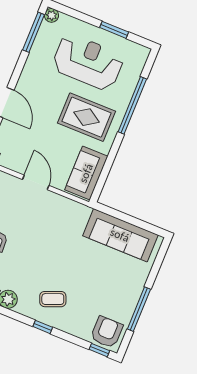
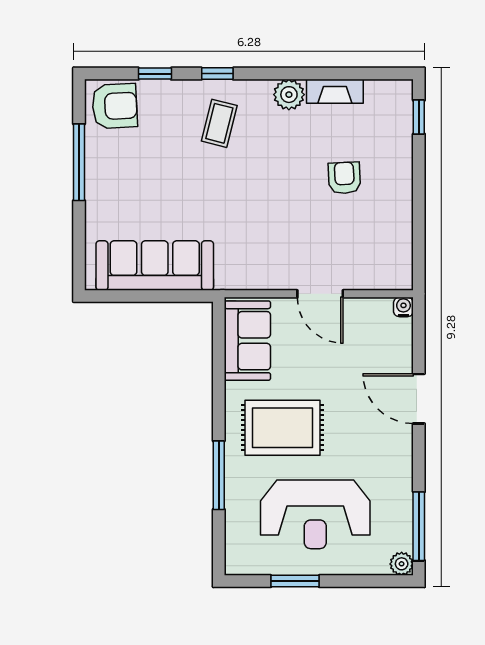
window: (132, 105) -> (219, 475), width x0.68
coffee table: (53, 299) -> (219, 123), turned -54
armchair: (107, 332) -> (115, 106), turned -93
window: (99, 350) -> (155, 74), moved

